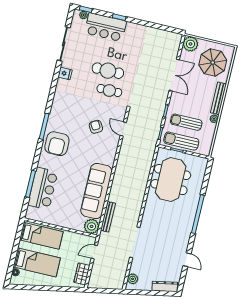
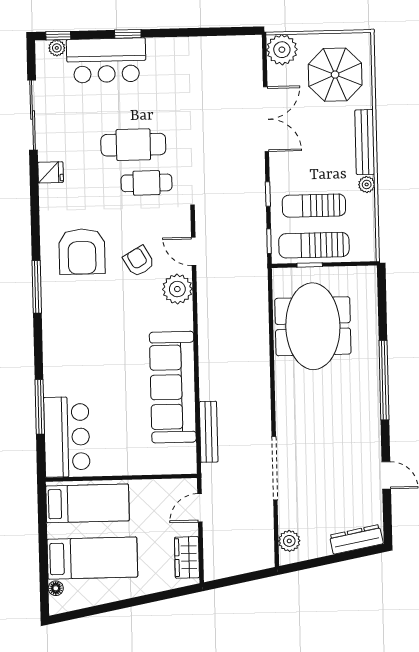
armchair: (57, 144) -> (82, 252), moved
bar counter: (43, 188) -> (67, 437), moved
plant: (92, 226) -> (177, 289), moved

